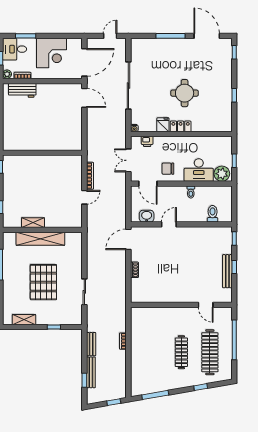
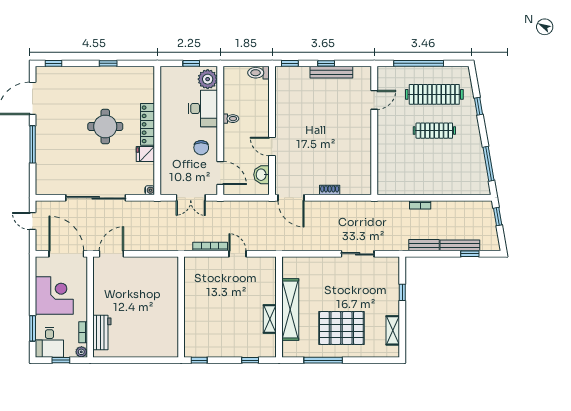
locker: (181, 126) -> (148, 124), width x1.53
printer: (147, 141) -> (167, 174), removed
door: (148, 184) -> (220, 173), hinge flipped
toilet: (213, 214) -> (259, 73), moved
pallet: (43, 282) -> (341, 328), moved

